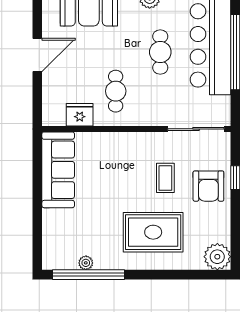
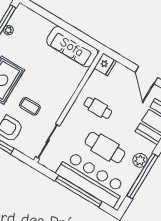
cafe table: (160, 52) -> (105, 148), width x1.37, depth x1.35
fridge: (80, 115) -> (105, 64), moved

